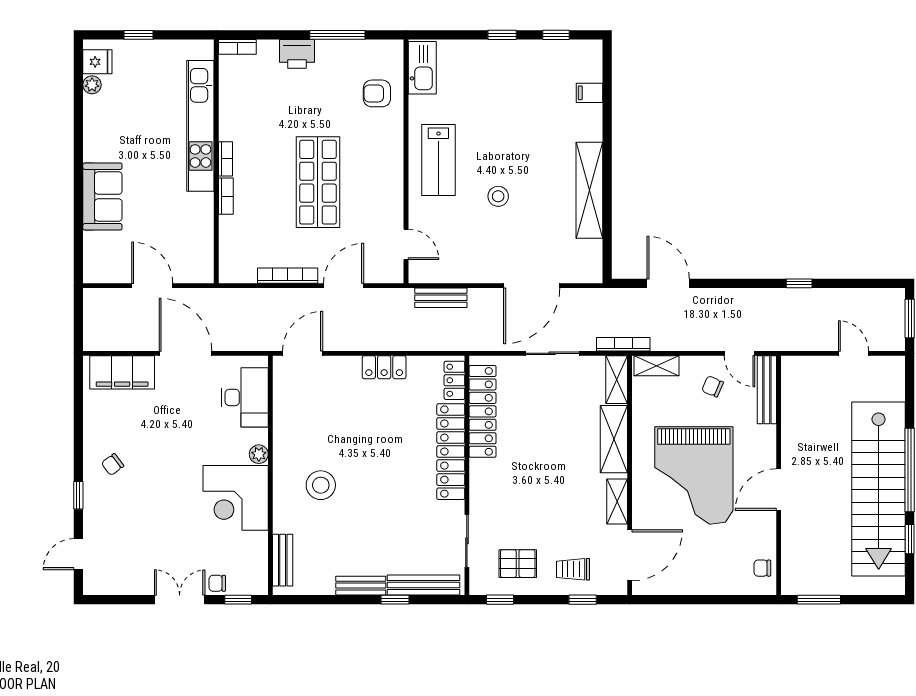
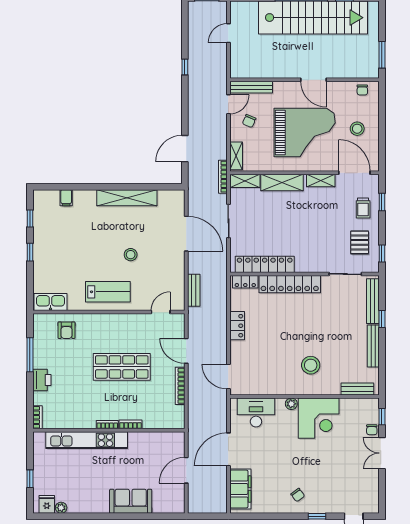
stool: (700, 560) -> (357, 129), added
bench: (361, 586) -> (373, 346), width x1.36

